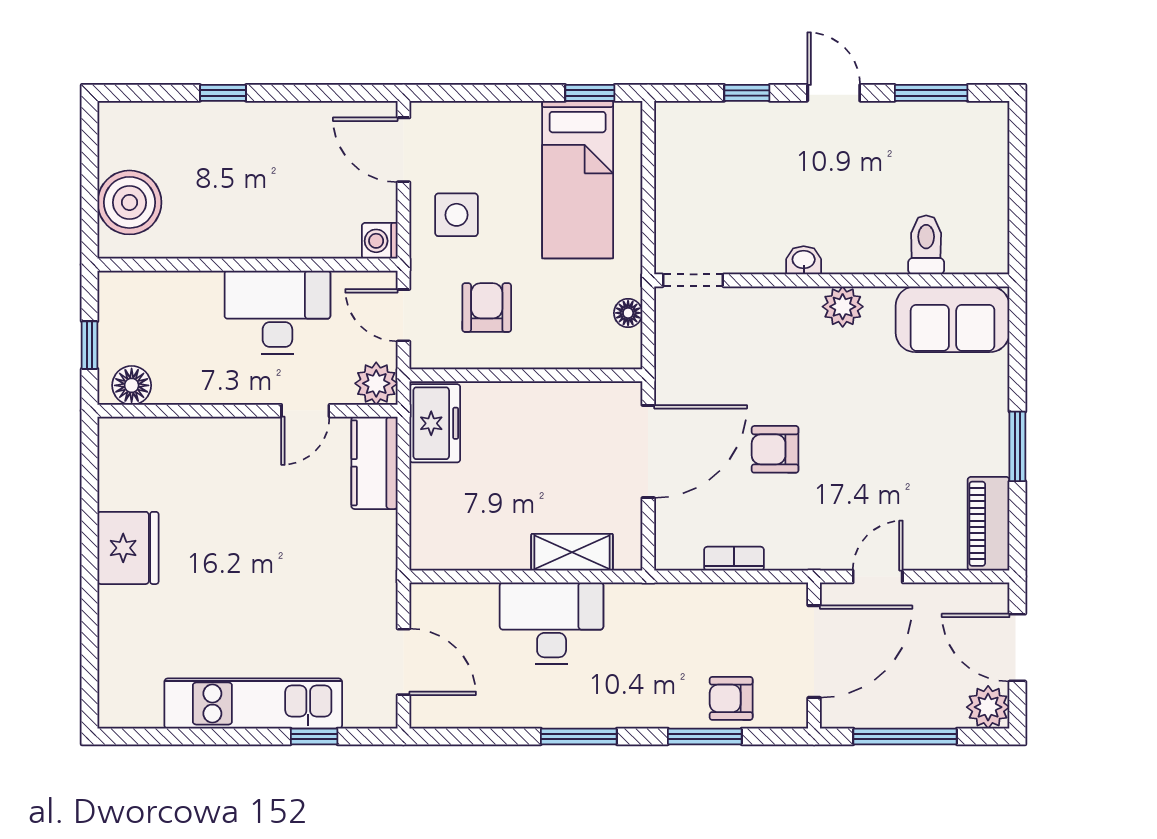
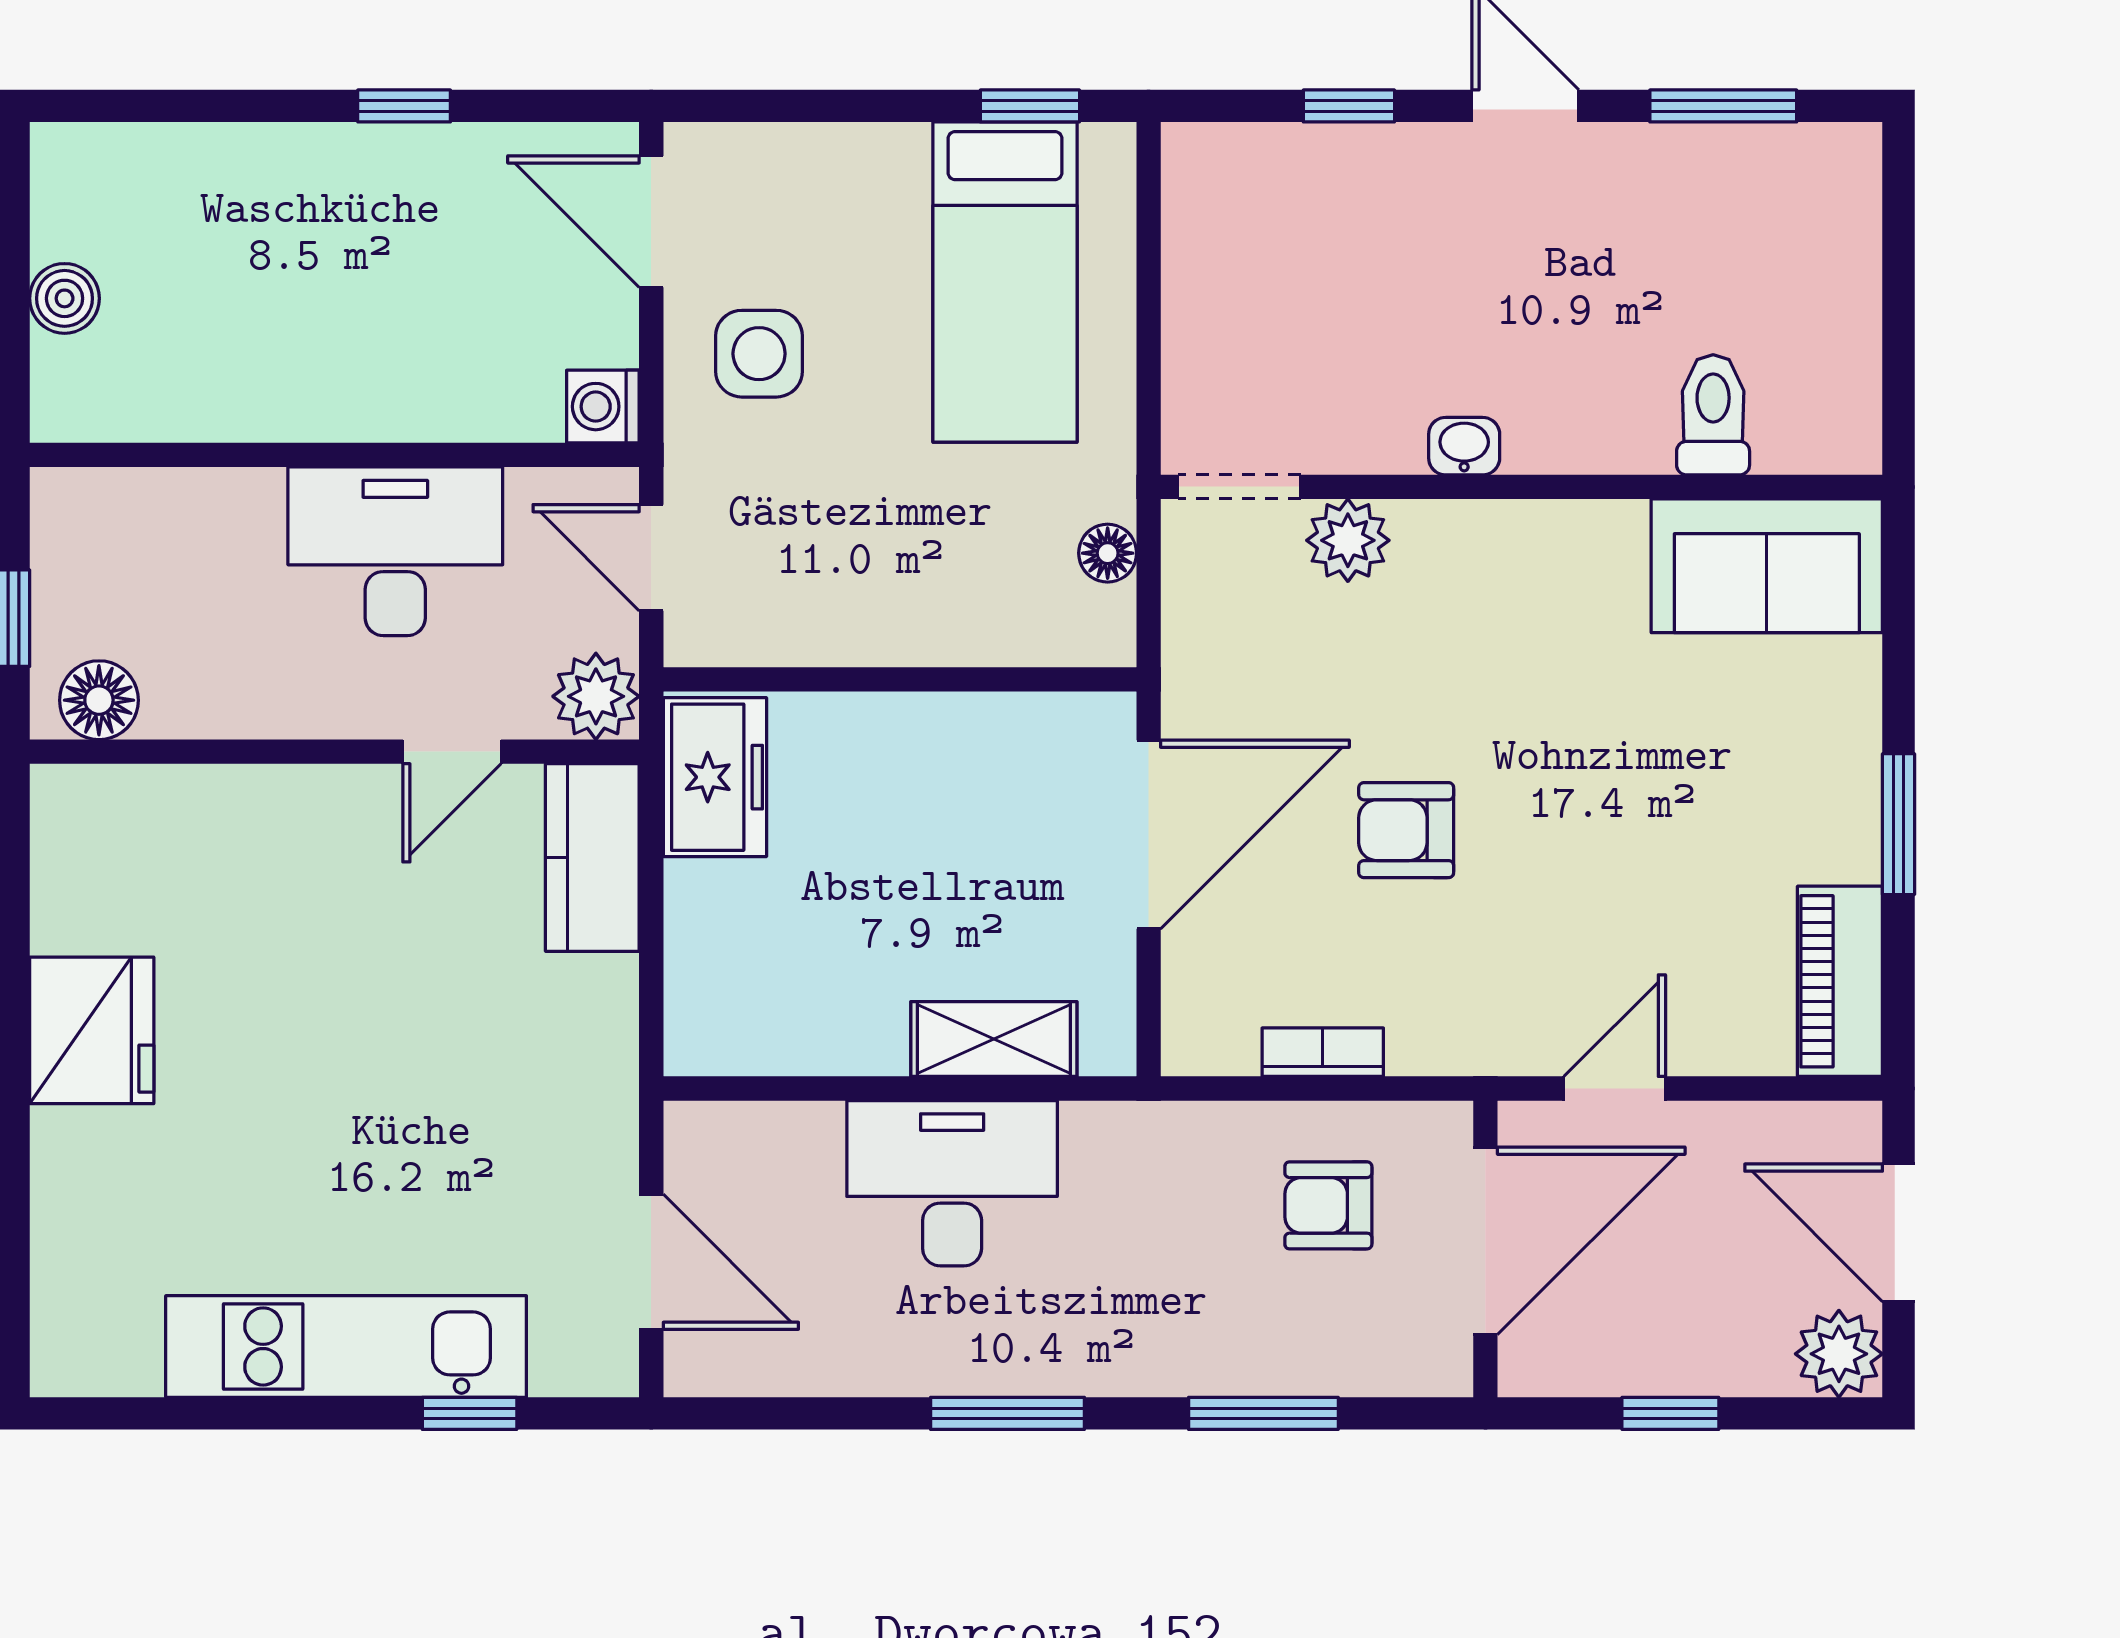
window: (223, 93) -> (404, 106), moved
boiler: (129, 202) -> (65, 298), width x0.54, depth x0.54
plant: (843, 307) -> (1348, 540), moved
armchair: (487, 308) -> (820, 542), removed
armchair: (731, 698) -> (1328, 1205), moved
window: (905, 736) -> (1670, 1413), width x0.46

